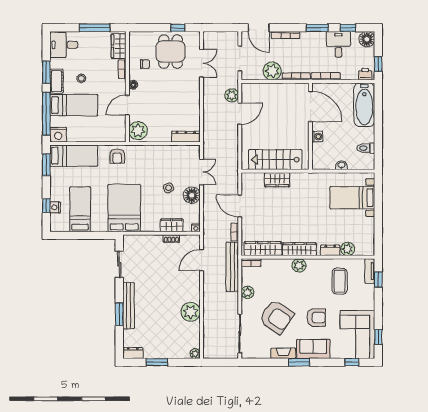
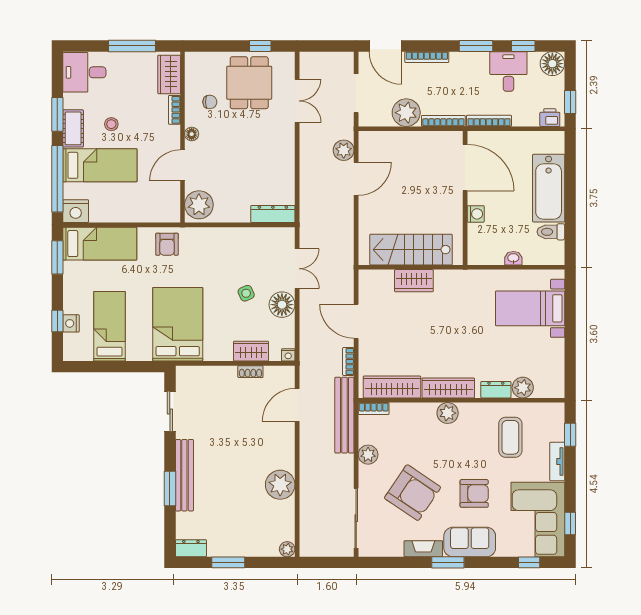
bathtub: (364, 105) -> (549, 188), moved
tv unit: (370, 271) -> (557, 461), moved

